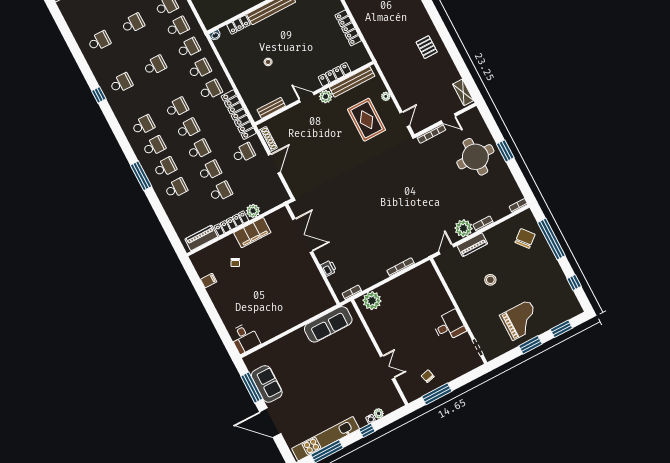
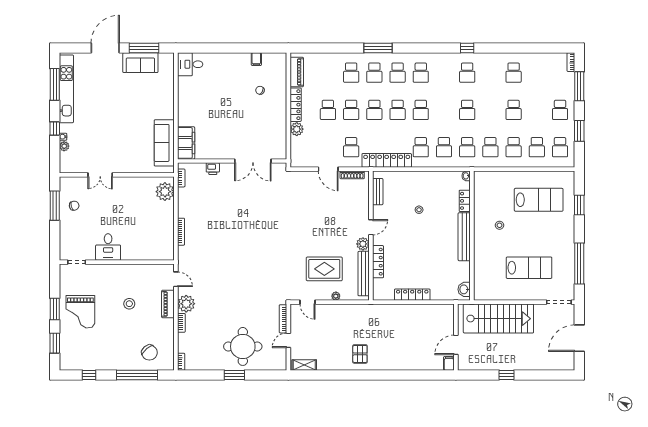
pallet: (427, 47) -> (360, 354), turned 90
filing cabinet: (252, 233) -> (186, 143), moved, turned 180

